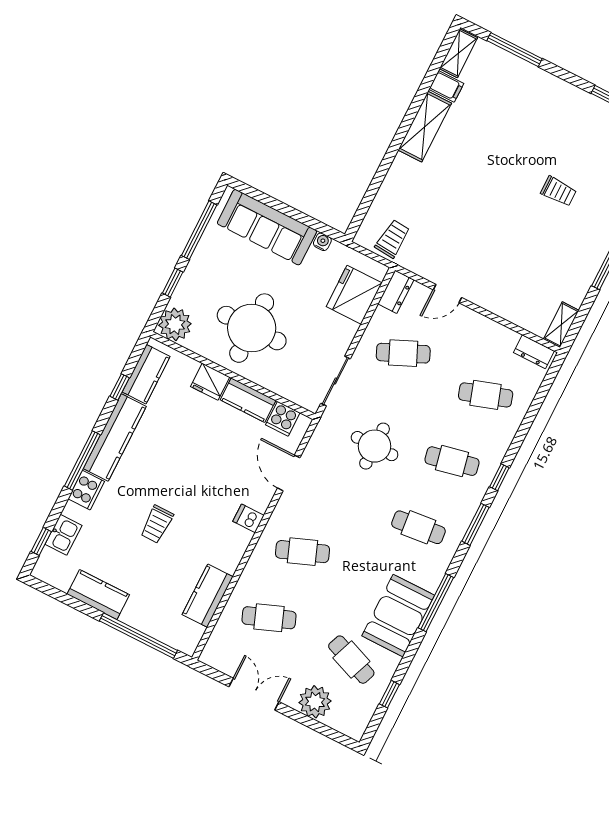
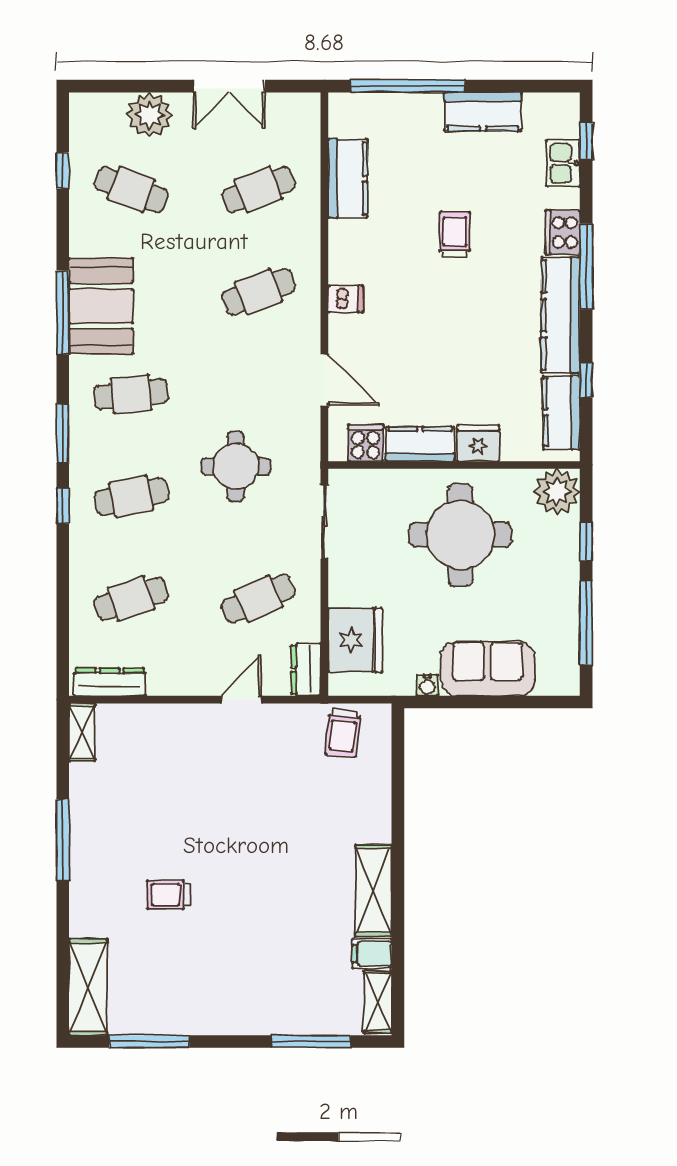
sofa: (267, 227) -> (488, 669), width x0.73
dresser: (534, 352) -> (110, 682), width x1.44
booth: (398, 616) -> (101, 306), moved

